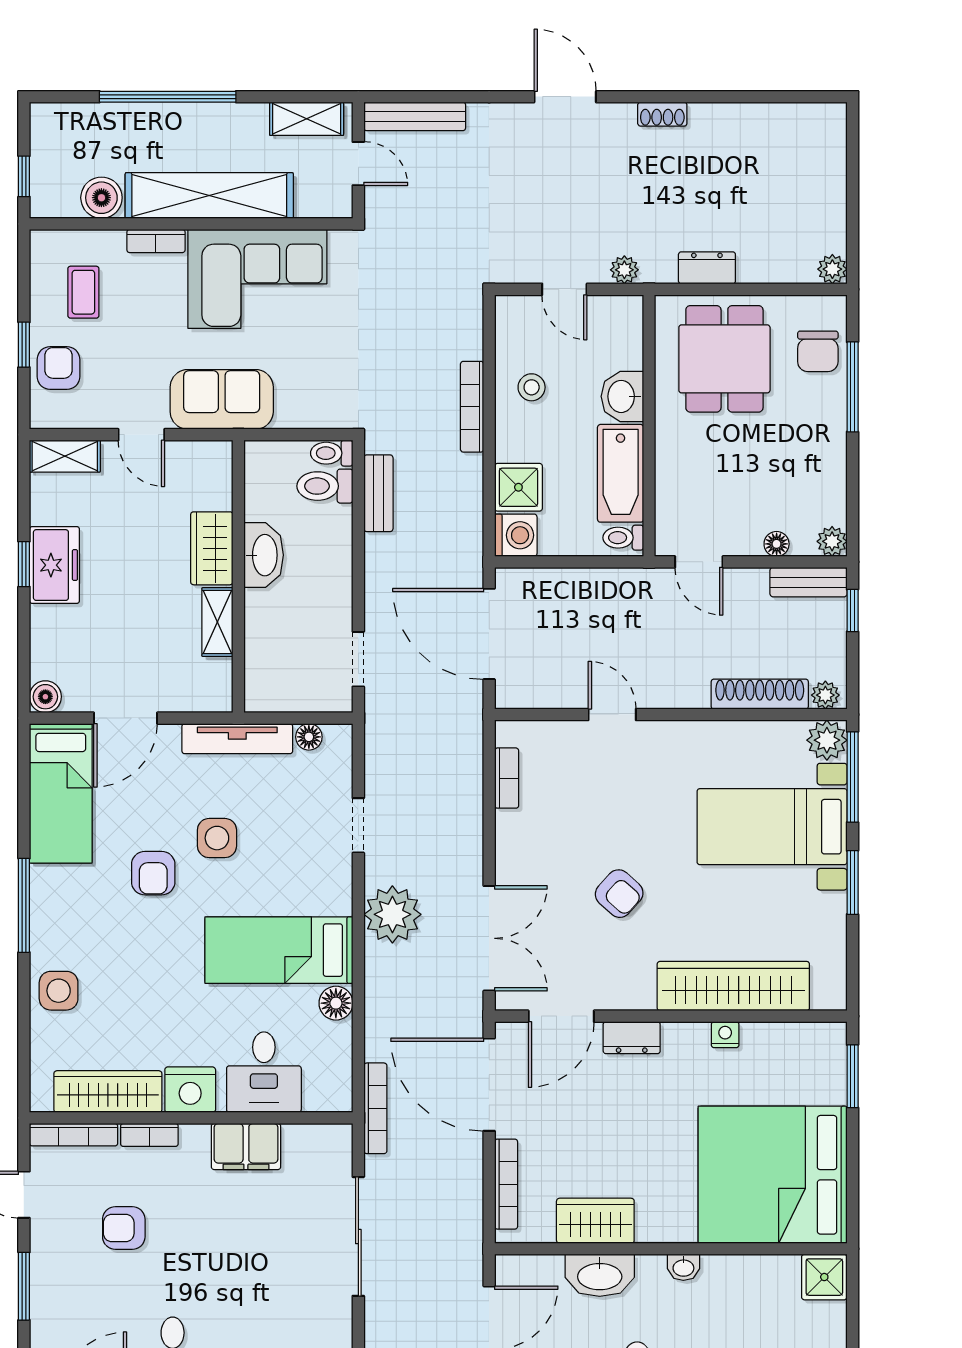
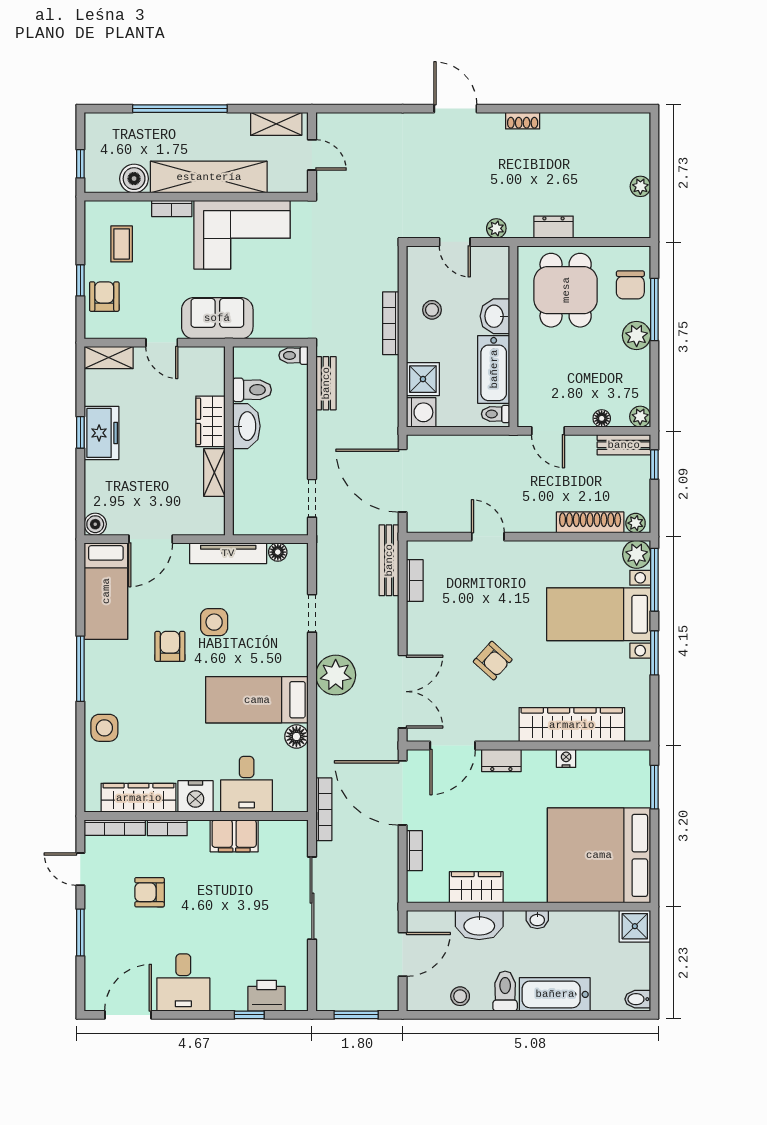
bench: (415, 116) -> (389, 560), moved, turned 90
plant: (832, 269) -> (640, 186), moved
plant: (827, 424) -> (637, 336), added
toilet: (325, 486) -> (252, 390), moved, turned 180
armchair: (153, 873) -> (170, 646), turned 180
bookcase: (506, 1184) -> (414, 851), width x0.64

